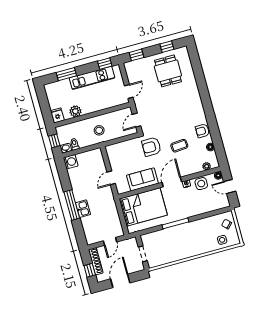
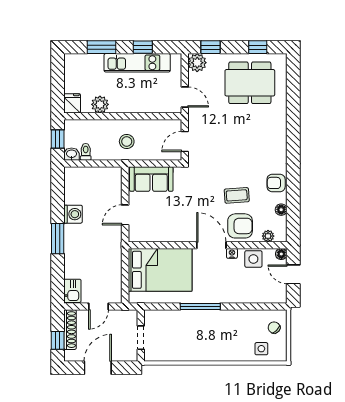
window: (105, 64) -> (143, 47), moved
plant: (131, 67) -> (197, 63), added
dining table: (168, 71) -> (250, 83), width x1.38
door: (129, 92) -> (185, 97), hinge flipped
armchair: (151, 147) -> (240, 226), moved, turned 180
washing machine: (71, 162) -> (73, 214), moved
sofa: (142, 179) -> (151, 179), moved, turned 180
door: (172, 182) -> (211, 245), hinge flipped
window: (72, 205) -> (58, 239), width x0.69
kitchen sink: (83, 209) -> (72, 291), moved

